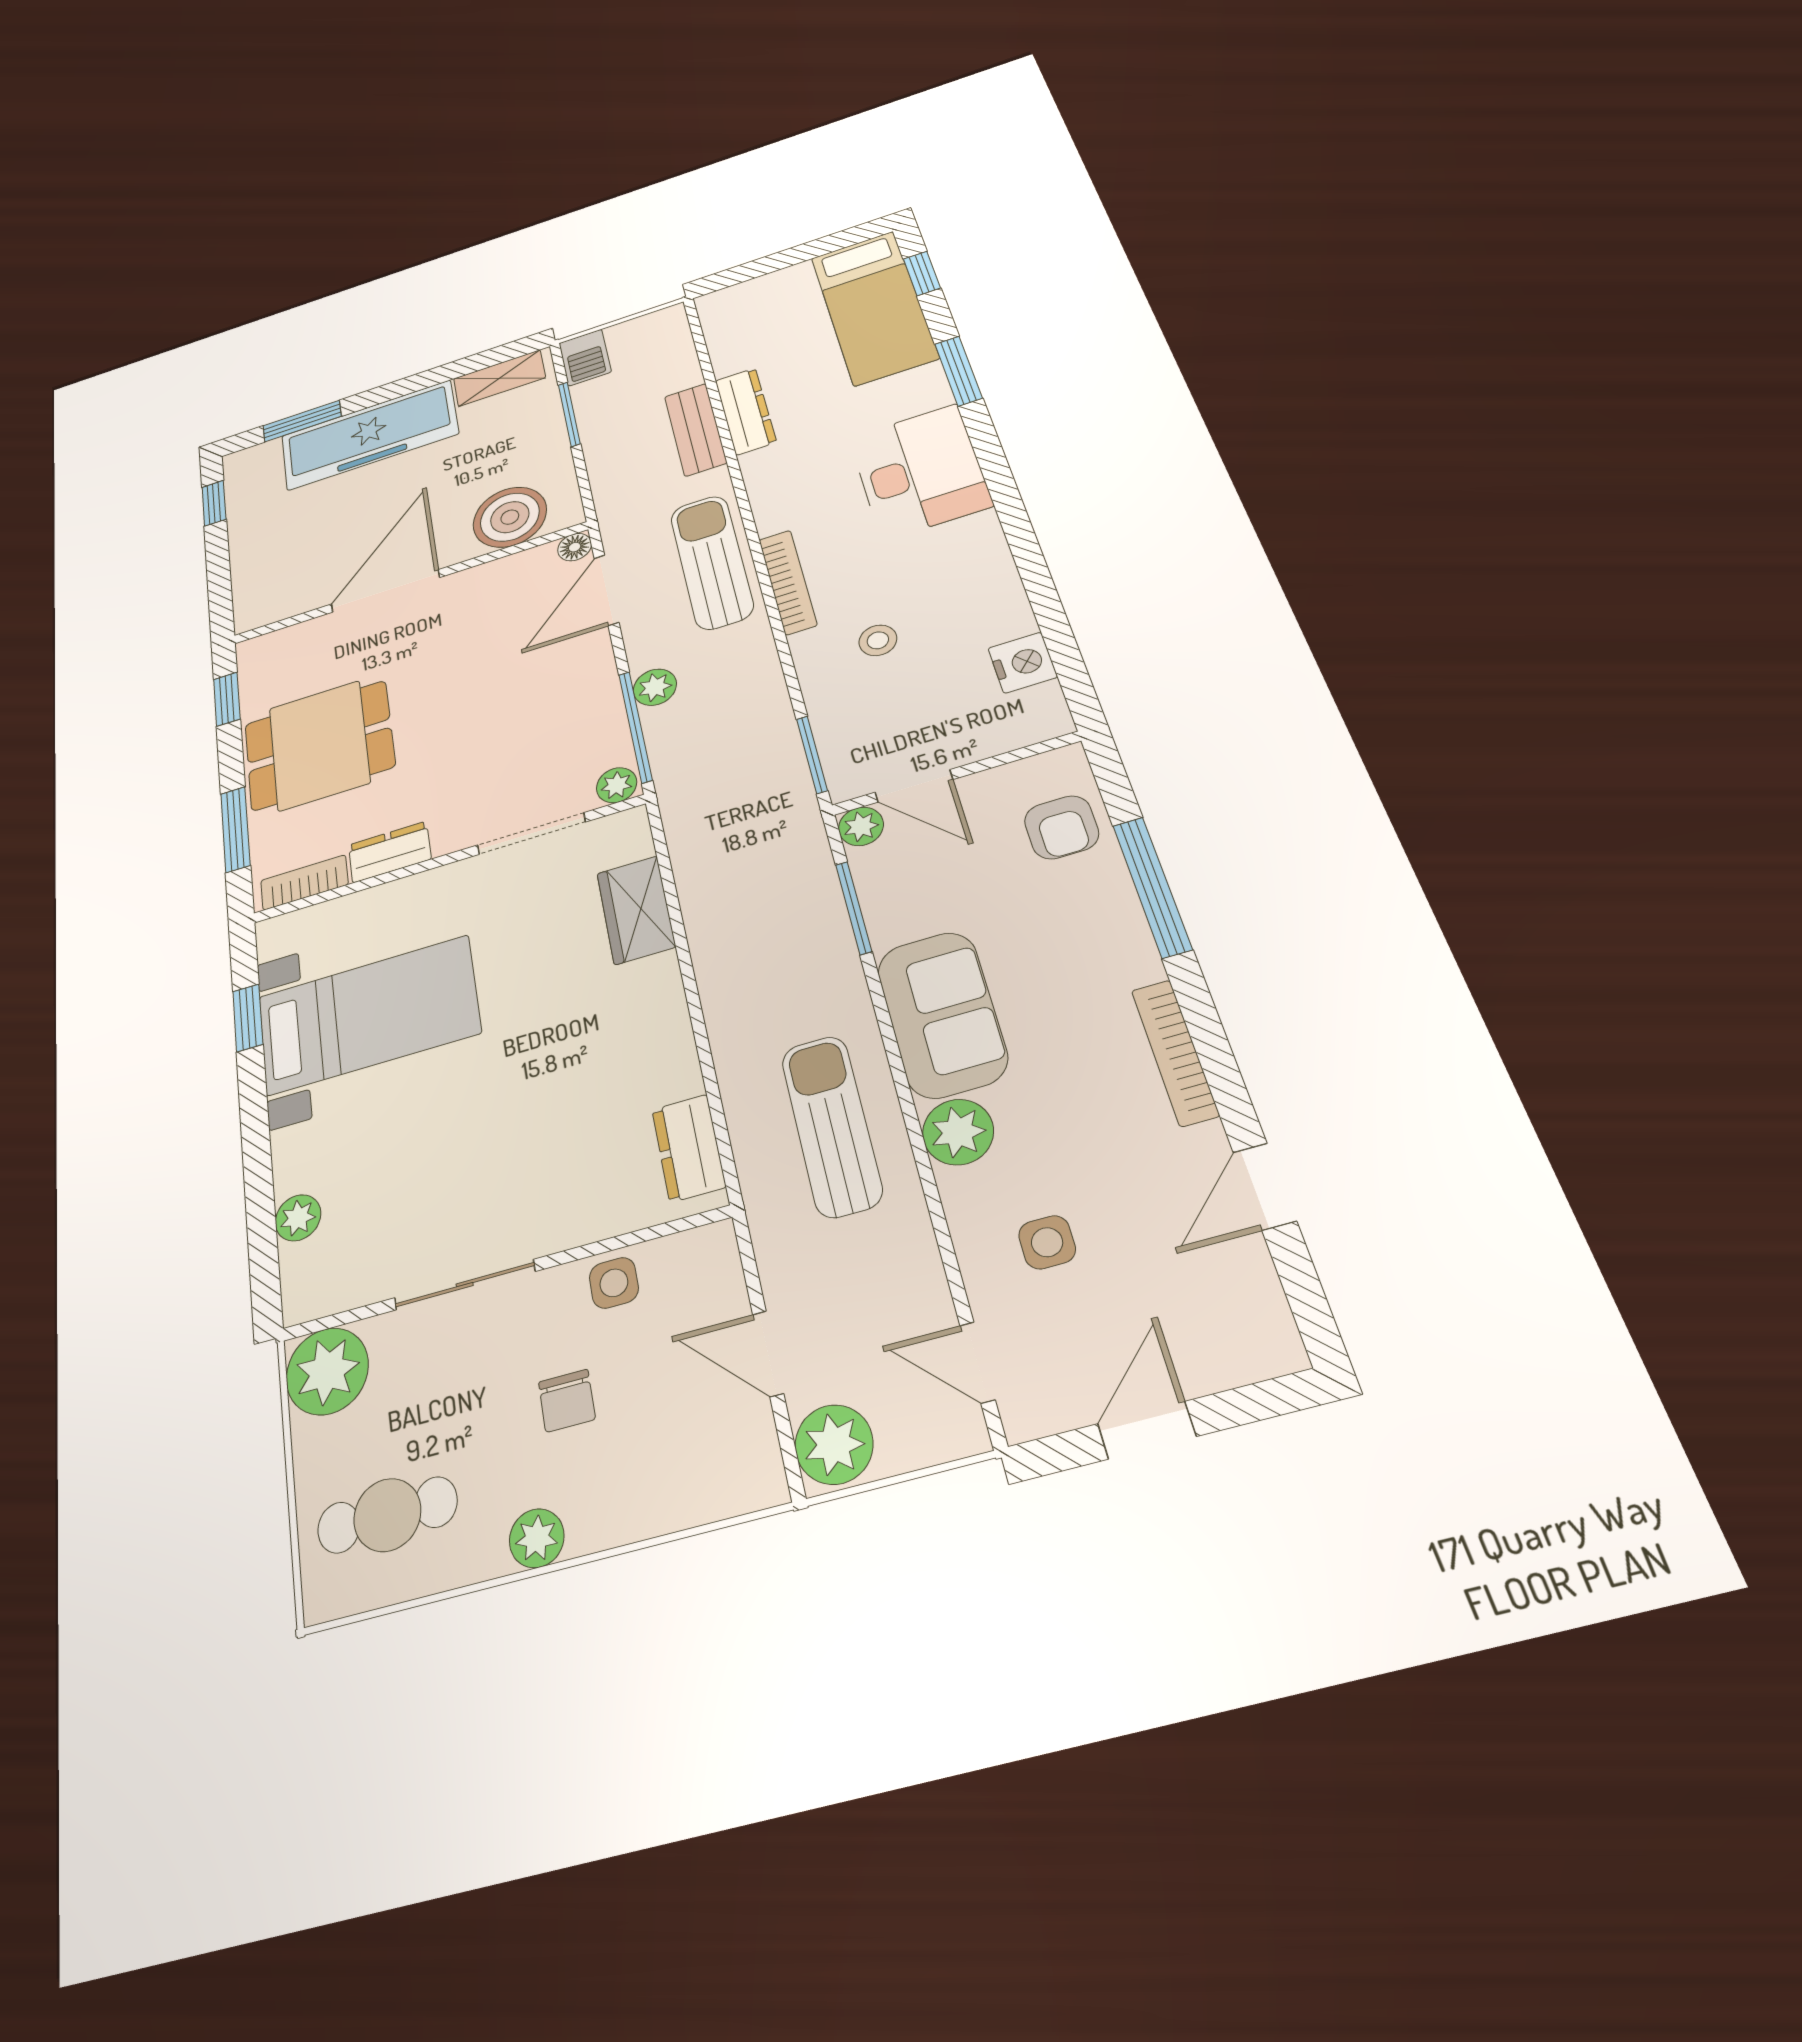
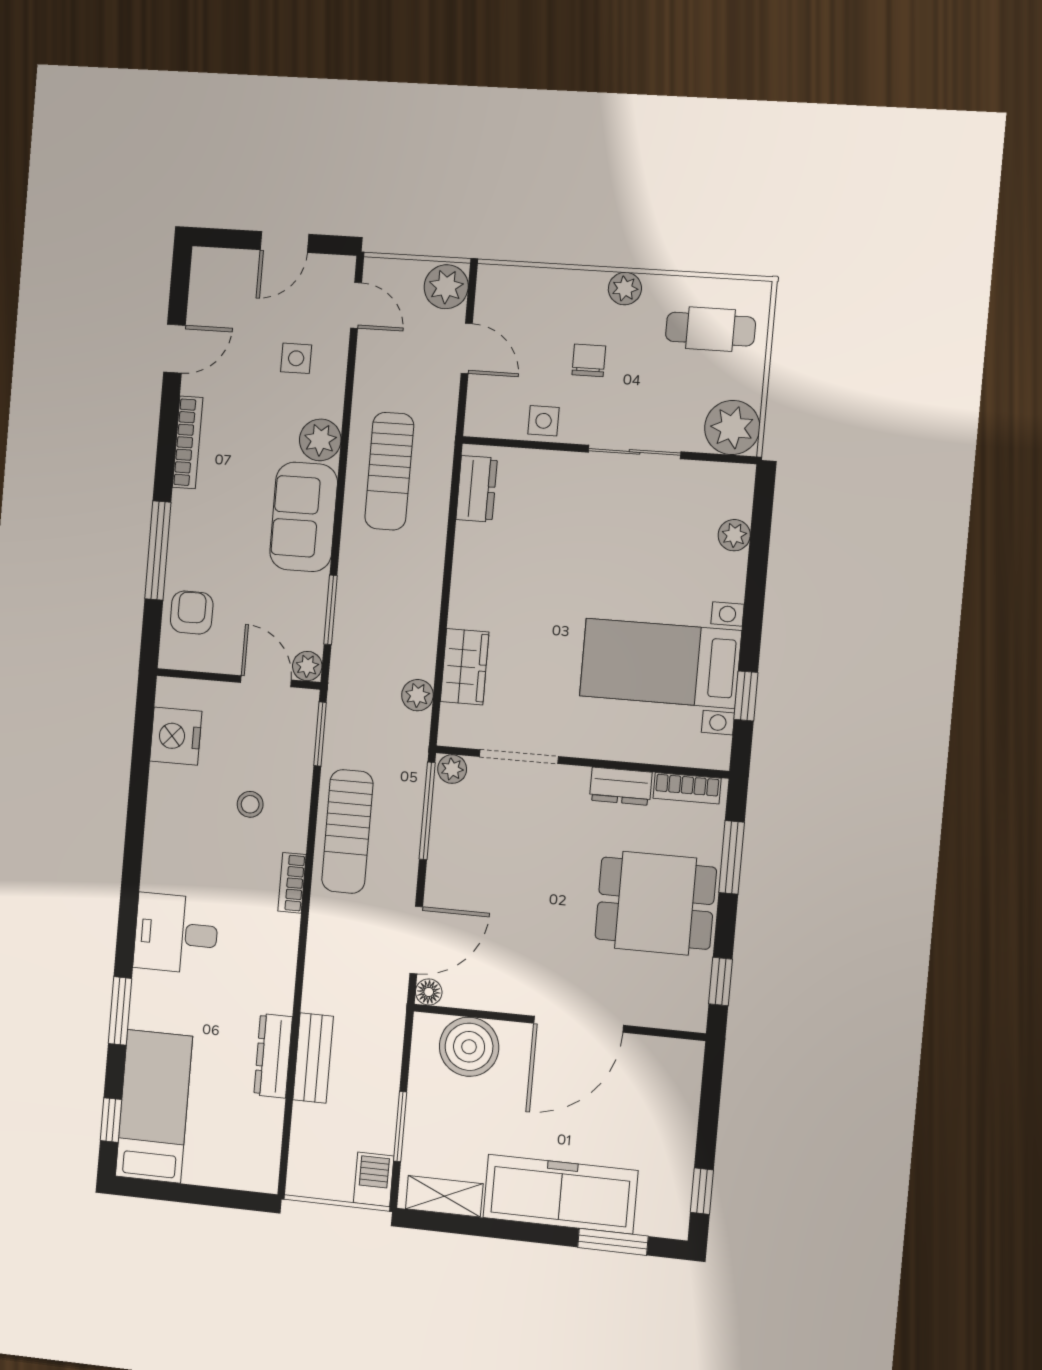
desk: (920, 472) -> (176, 933), width x0.73
sun lounger: (712, 562) -> (347, 831), moved
bookcase: (788, 582) -> (292, 883), width x0.64
nightstand: (1023, 663) -> (176, 736), width x1.36, depth x1.33
plant: (655, 687) -> (417, 695), moved

